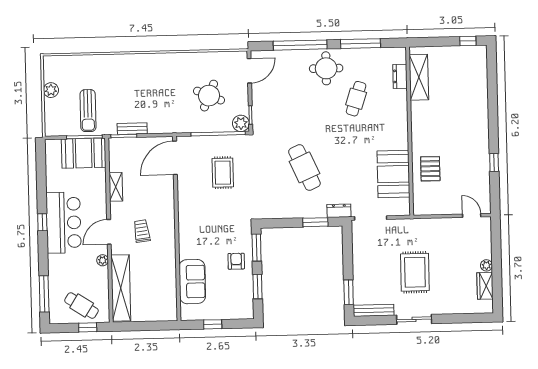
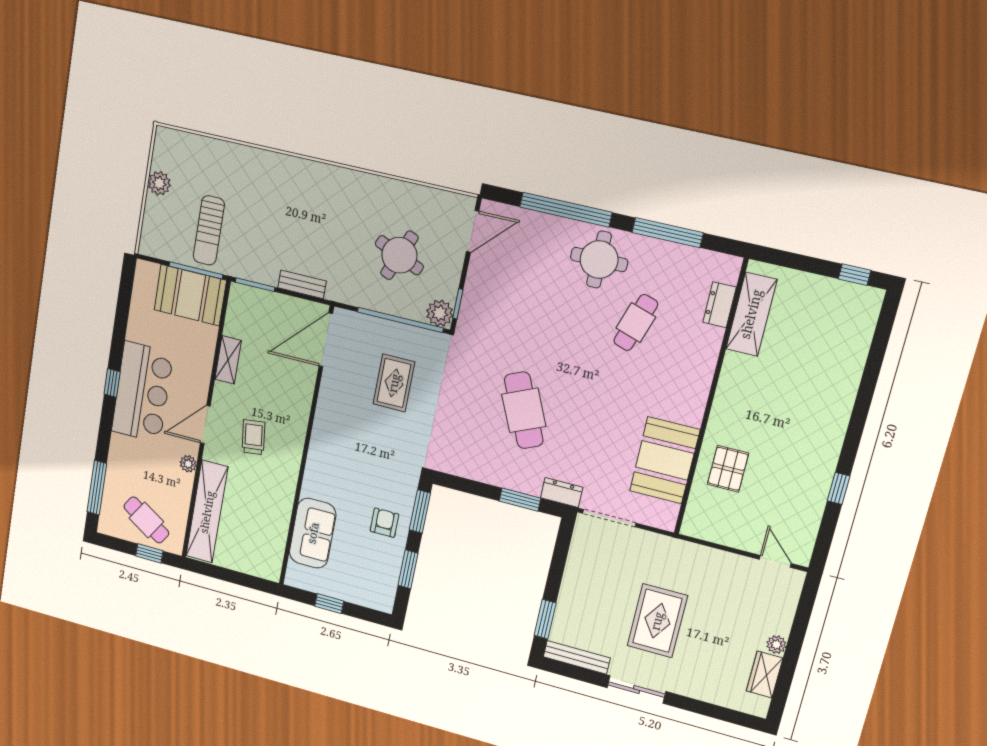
bench: (132, 129) -> (302, 284), moved

